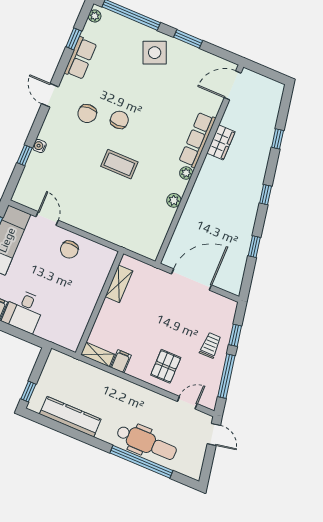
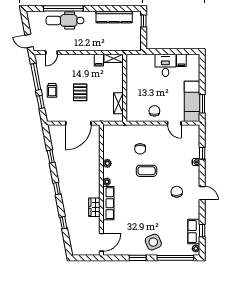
row of seats: (81, 58) -> (194, 232), moved
chair: (119, 120) -> (140, 149), moved
pallet: (166, 366) -> (80, 92), moved

